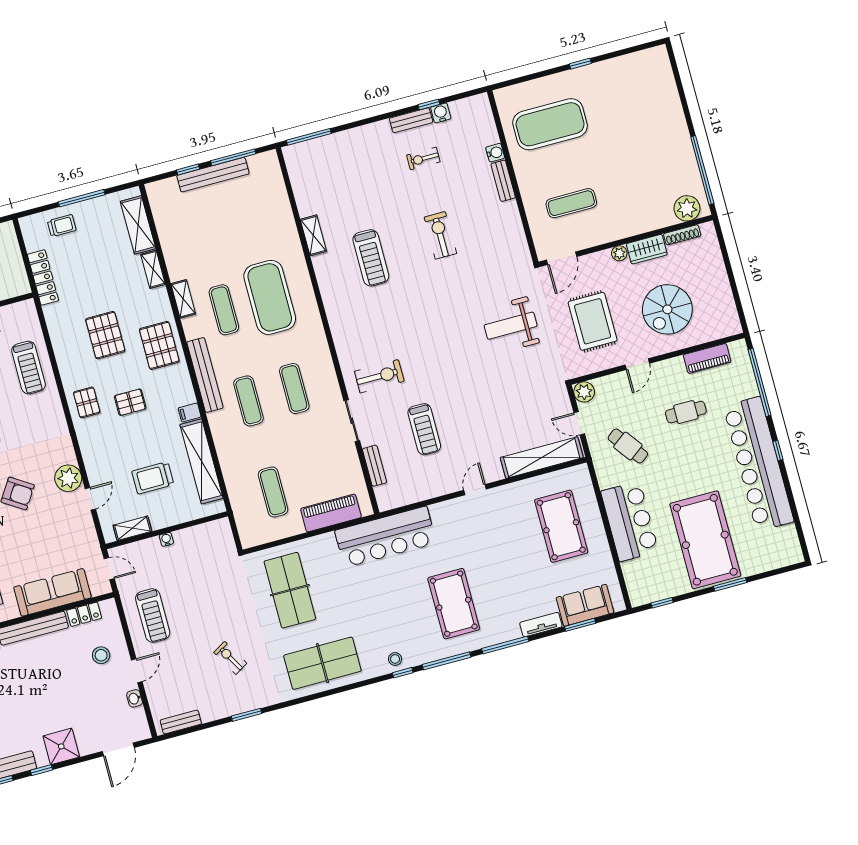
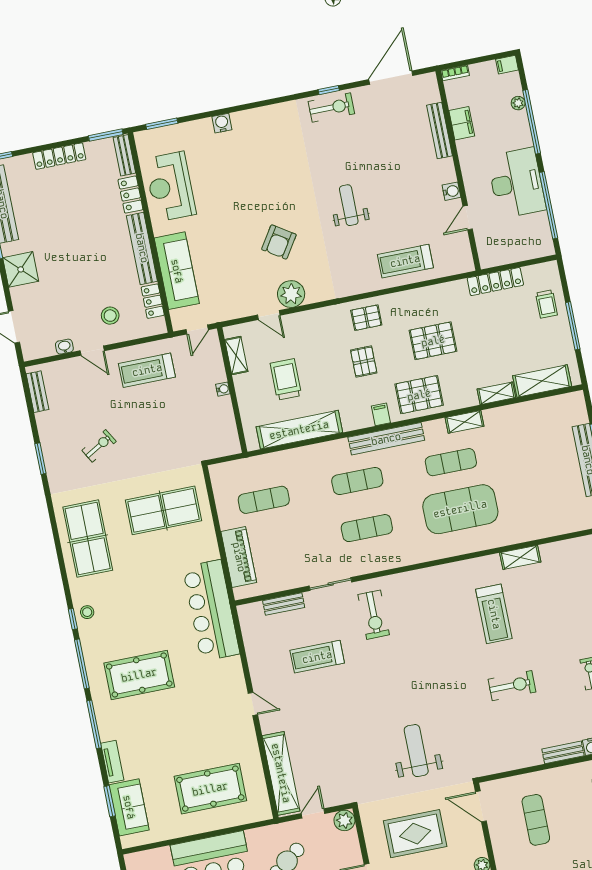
treadmill: (371, 258) -> (494, 614), turned -90
filing cabinet: (190, 412) -> (381, 414), moved

